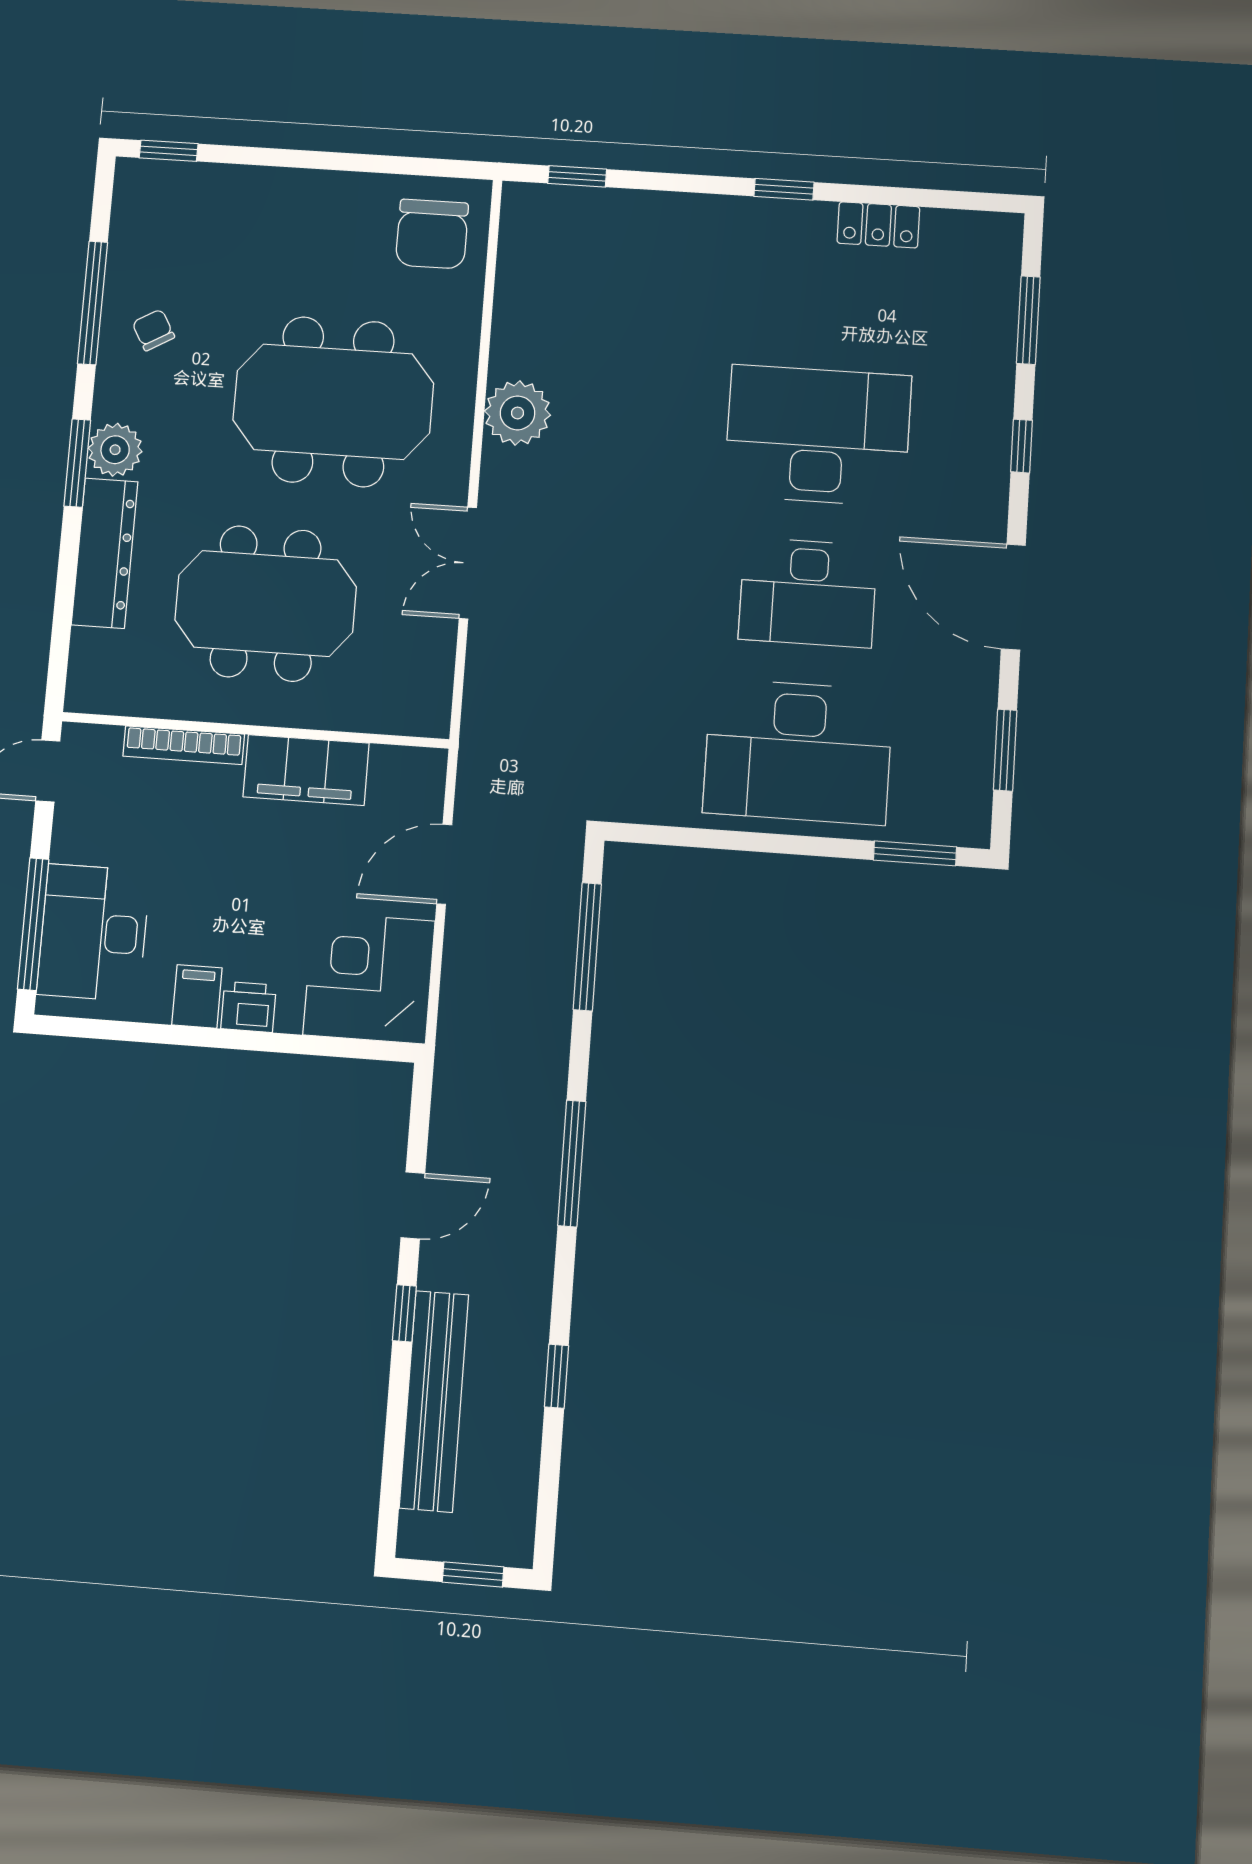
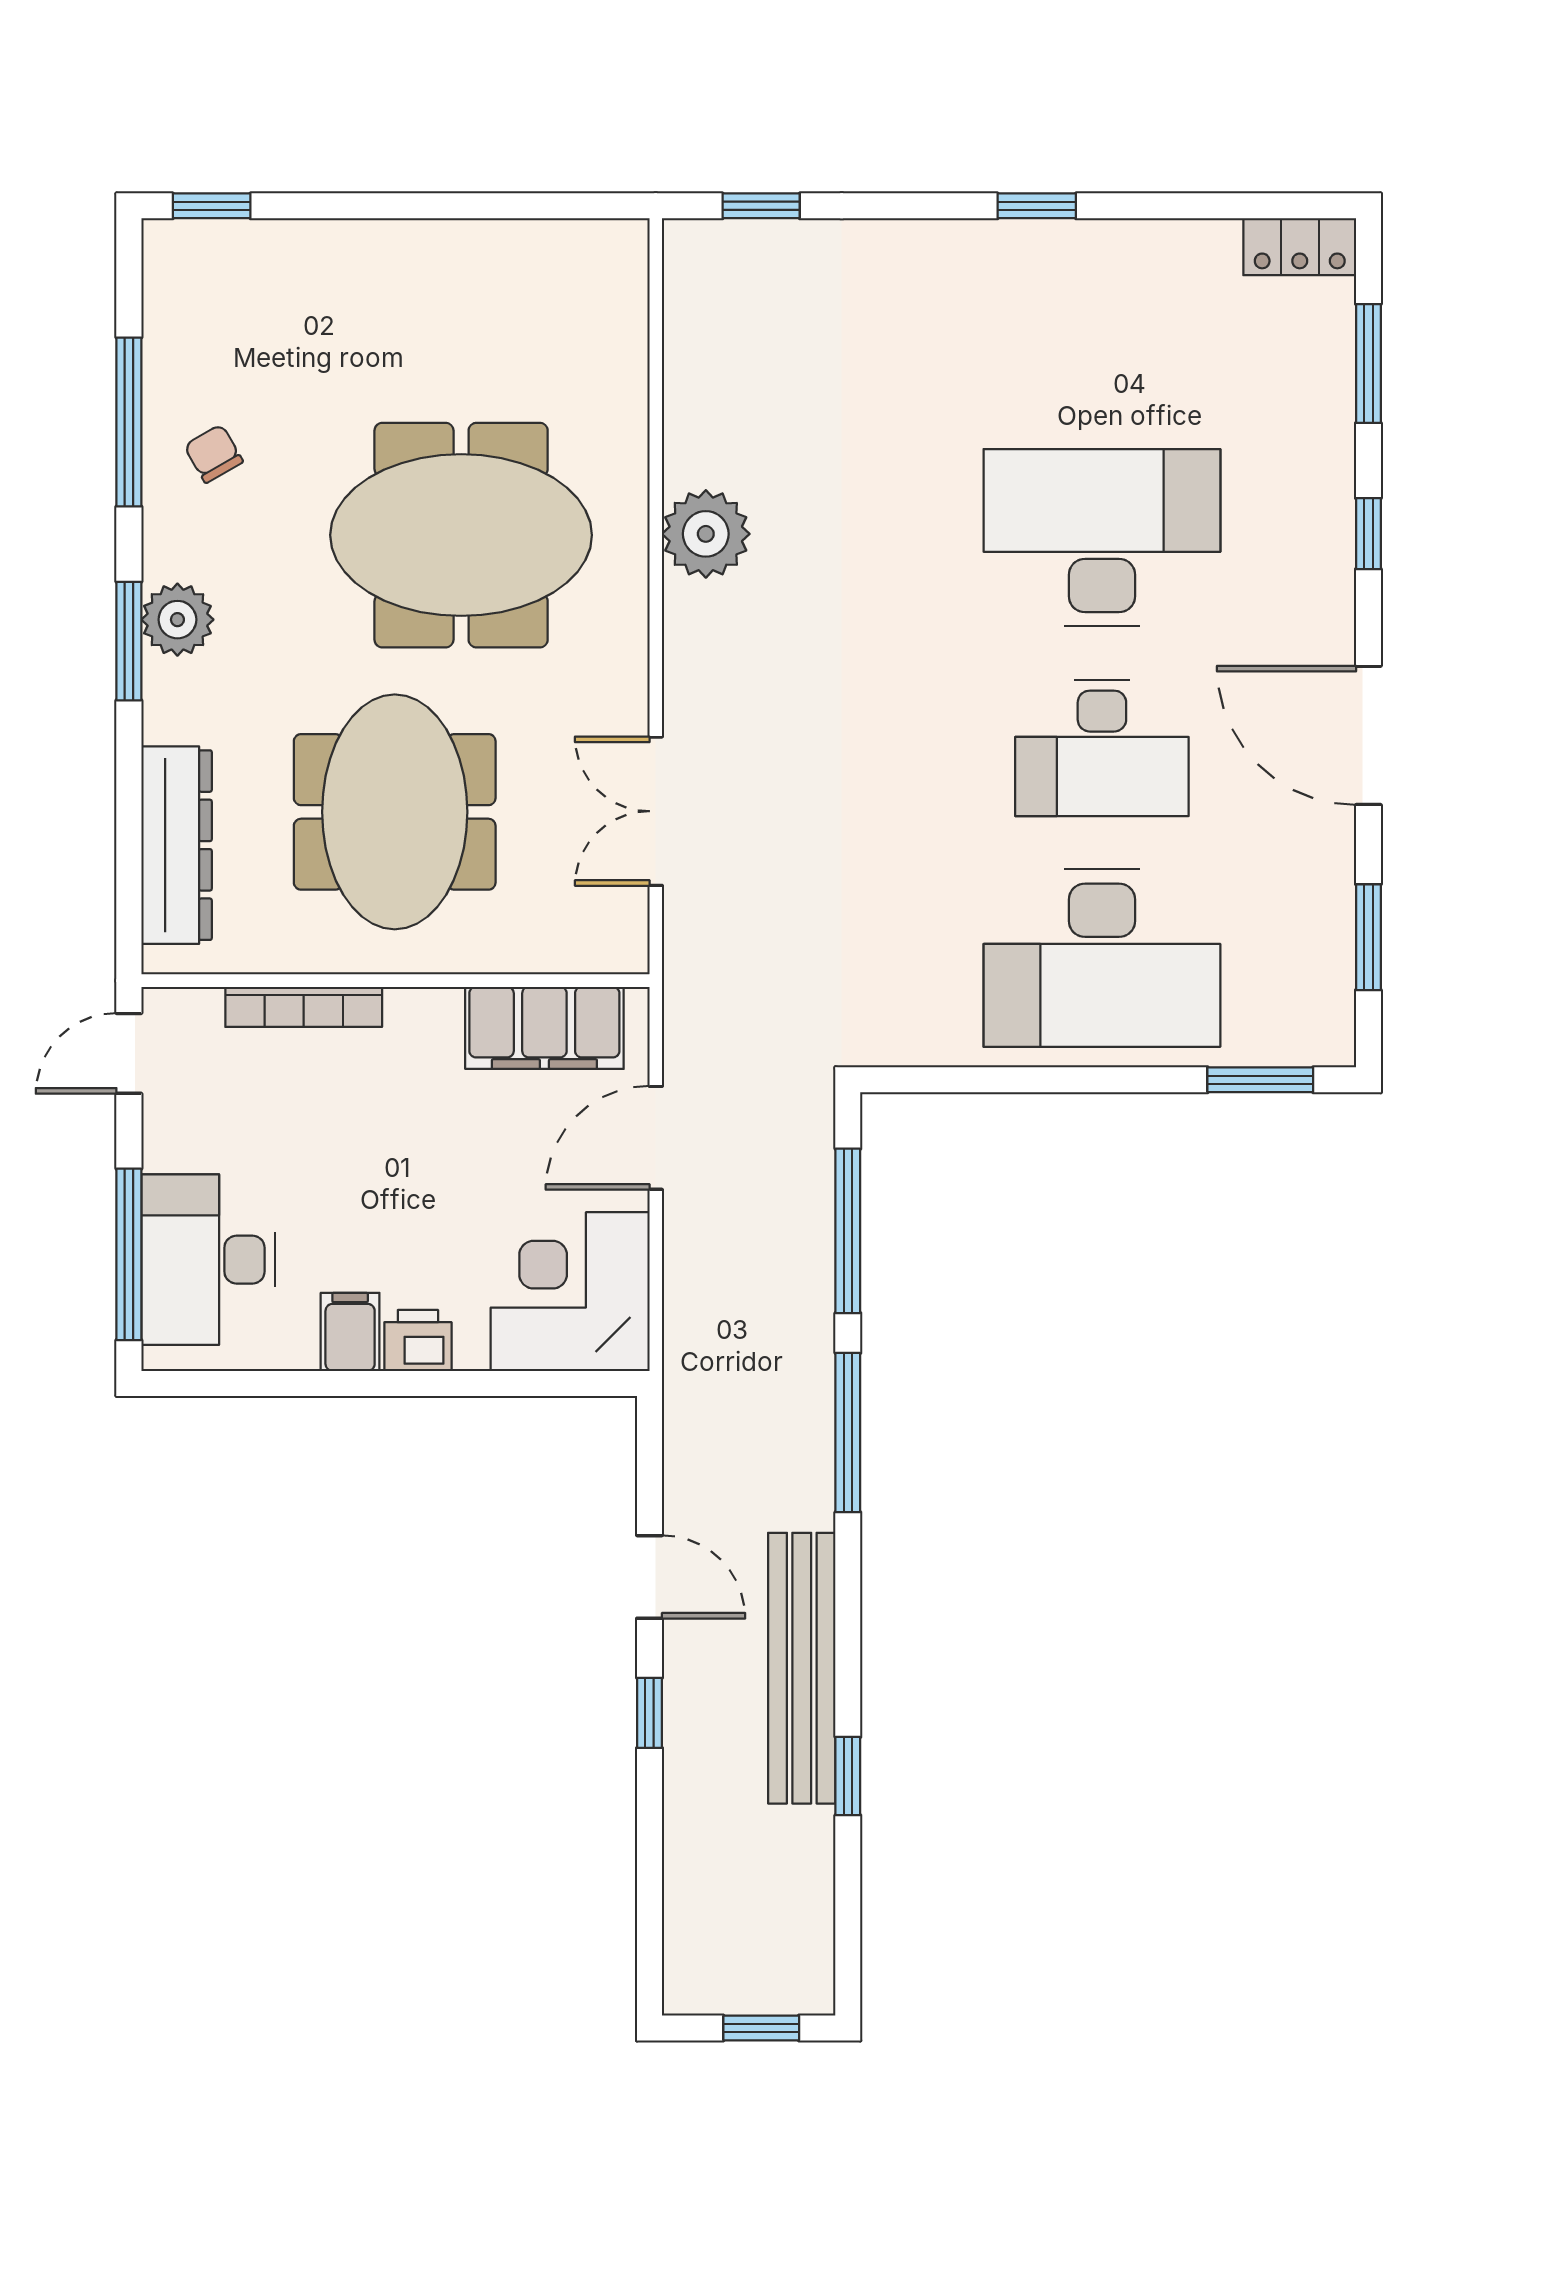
locker: (878, 225) -> (1300, 247), moved
chair: (432, 234) -> (574, 298), removed
dresser: (105, 553) -> (177, 845), moved
double door: (468, 563) -> (656, 811), moved
meeting table: (266, 603) -> (395, 812), turned 90
filing cabinet: (306, 770) -> (544, 1028), moved
window: (572, 1163) -> (848, 1433), moved
door: (413, 1205) -> (650, 1577), hinge flipped
bench: (434, 1401) -> (802, 1668), moved

